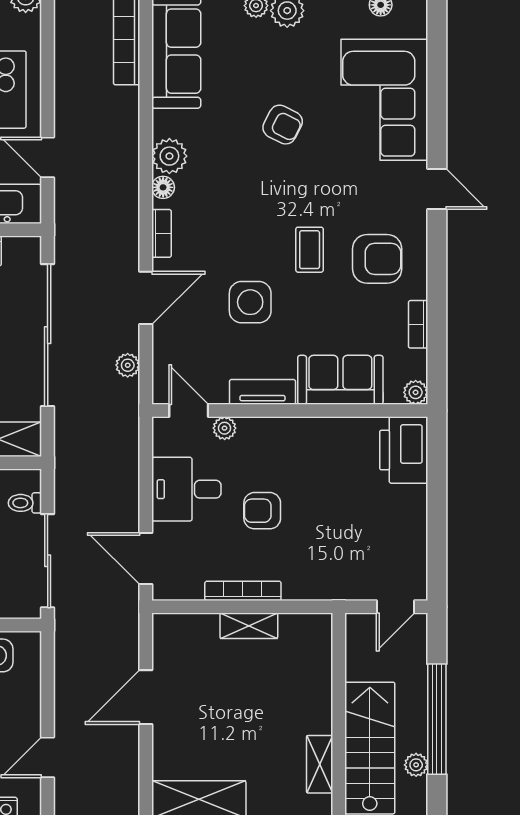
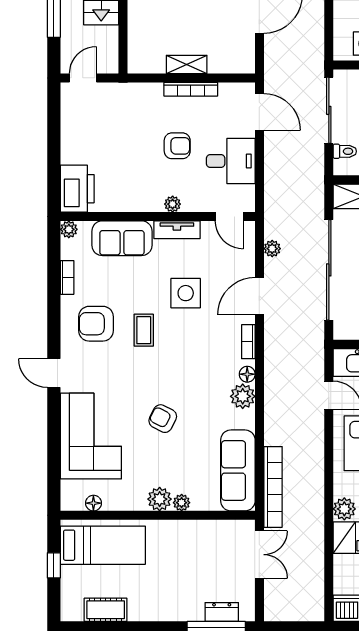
plant: (225, 428) -> (173, 204), moved

